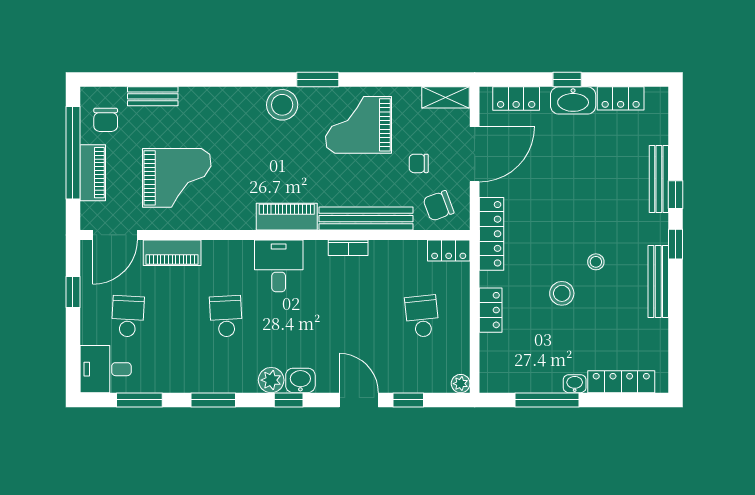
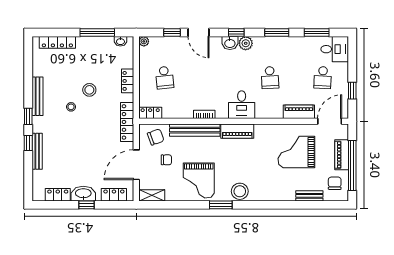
grand piano: (359, 125) -> (199, 180), turned 90
washbasin: (575, 384) -> (120, 41), moved

